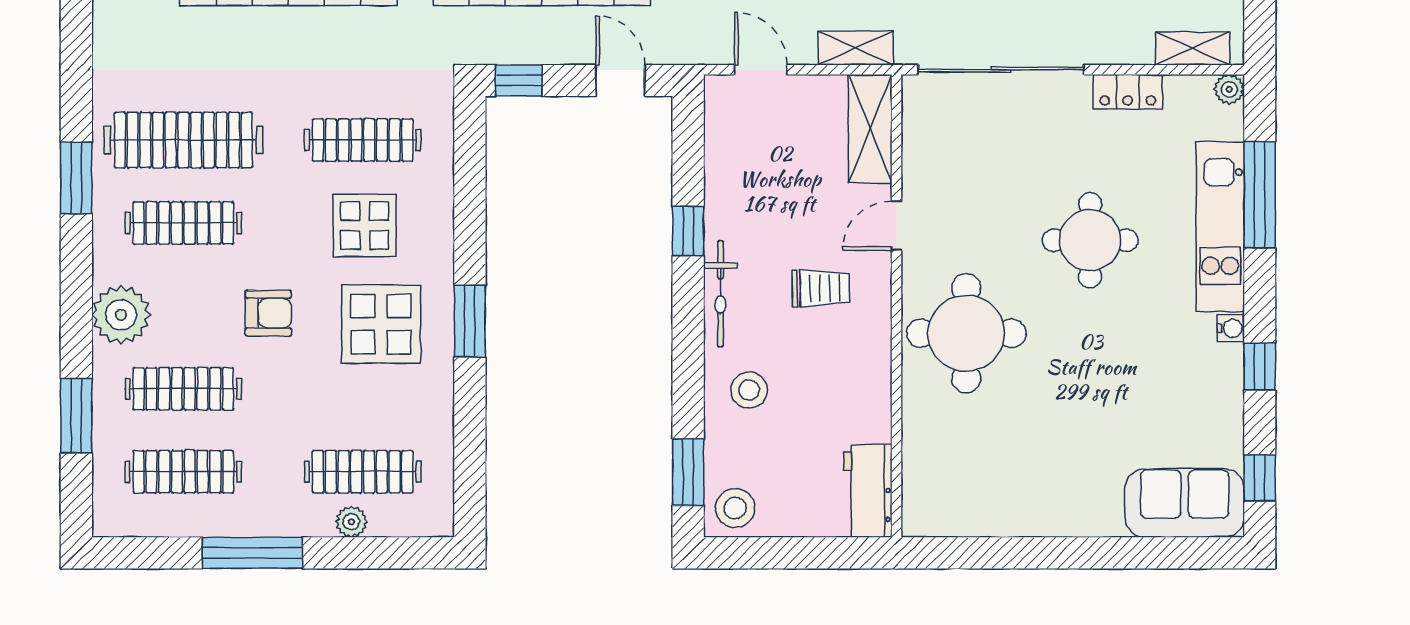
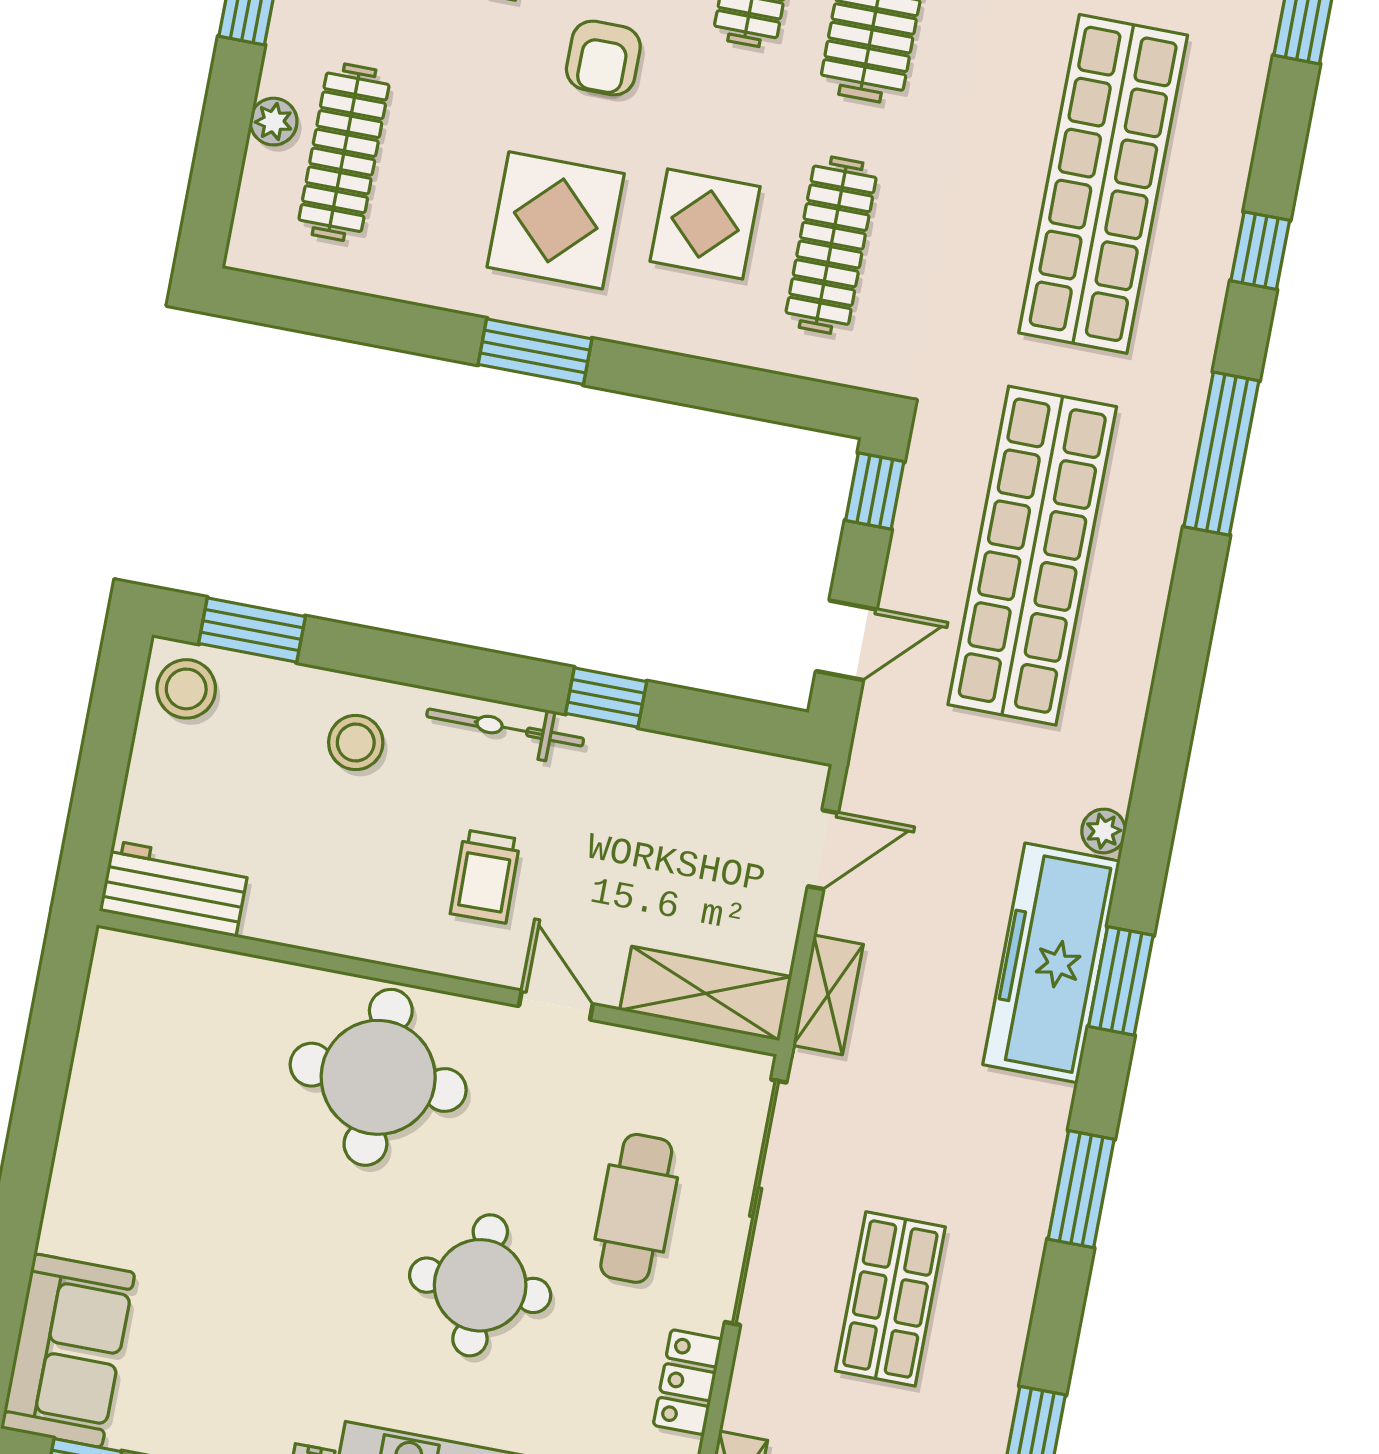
cafe table: (1020, 147) -> (636, 1208), added

